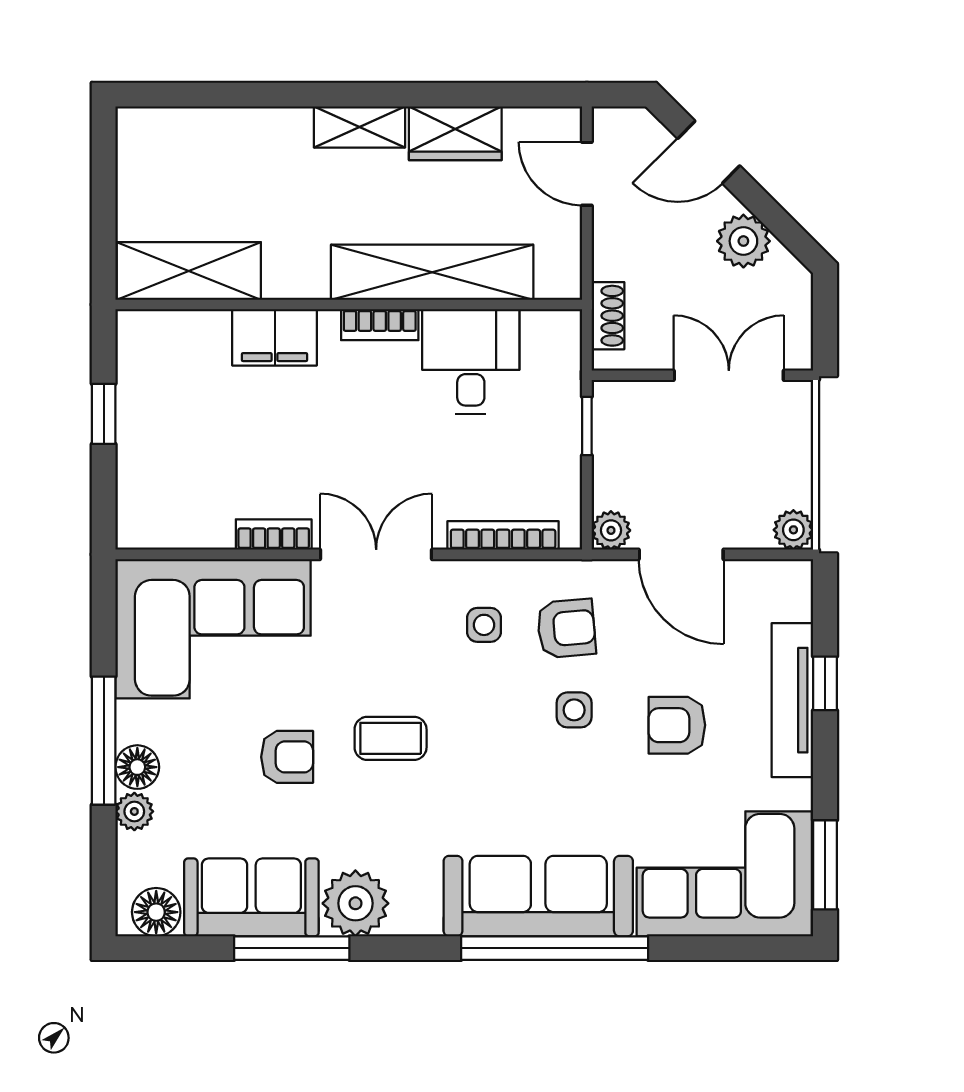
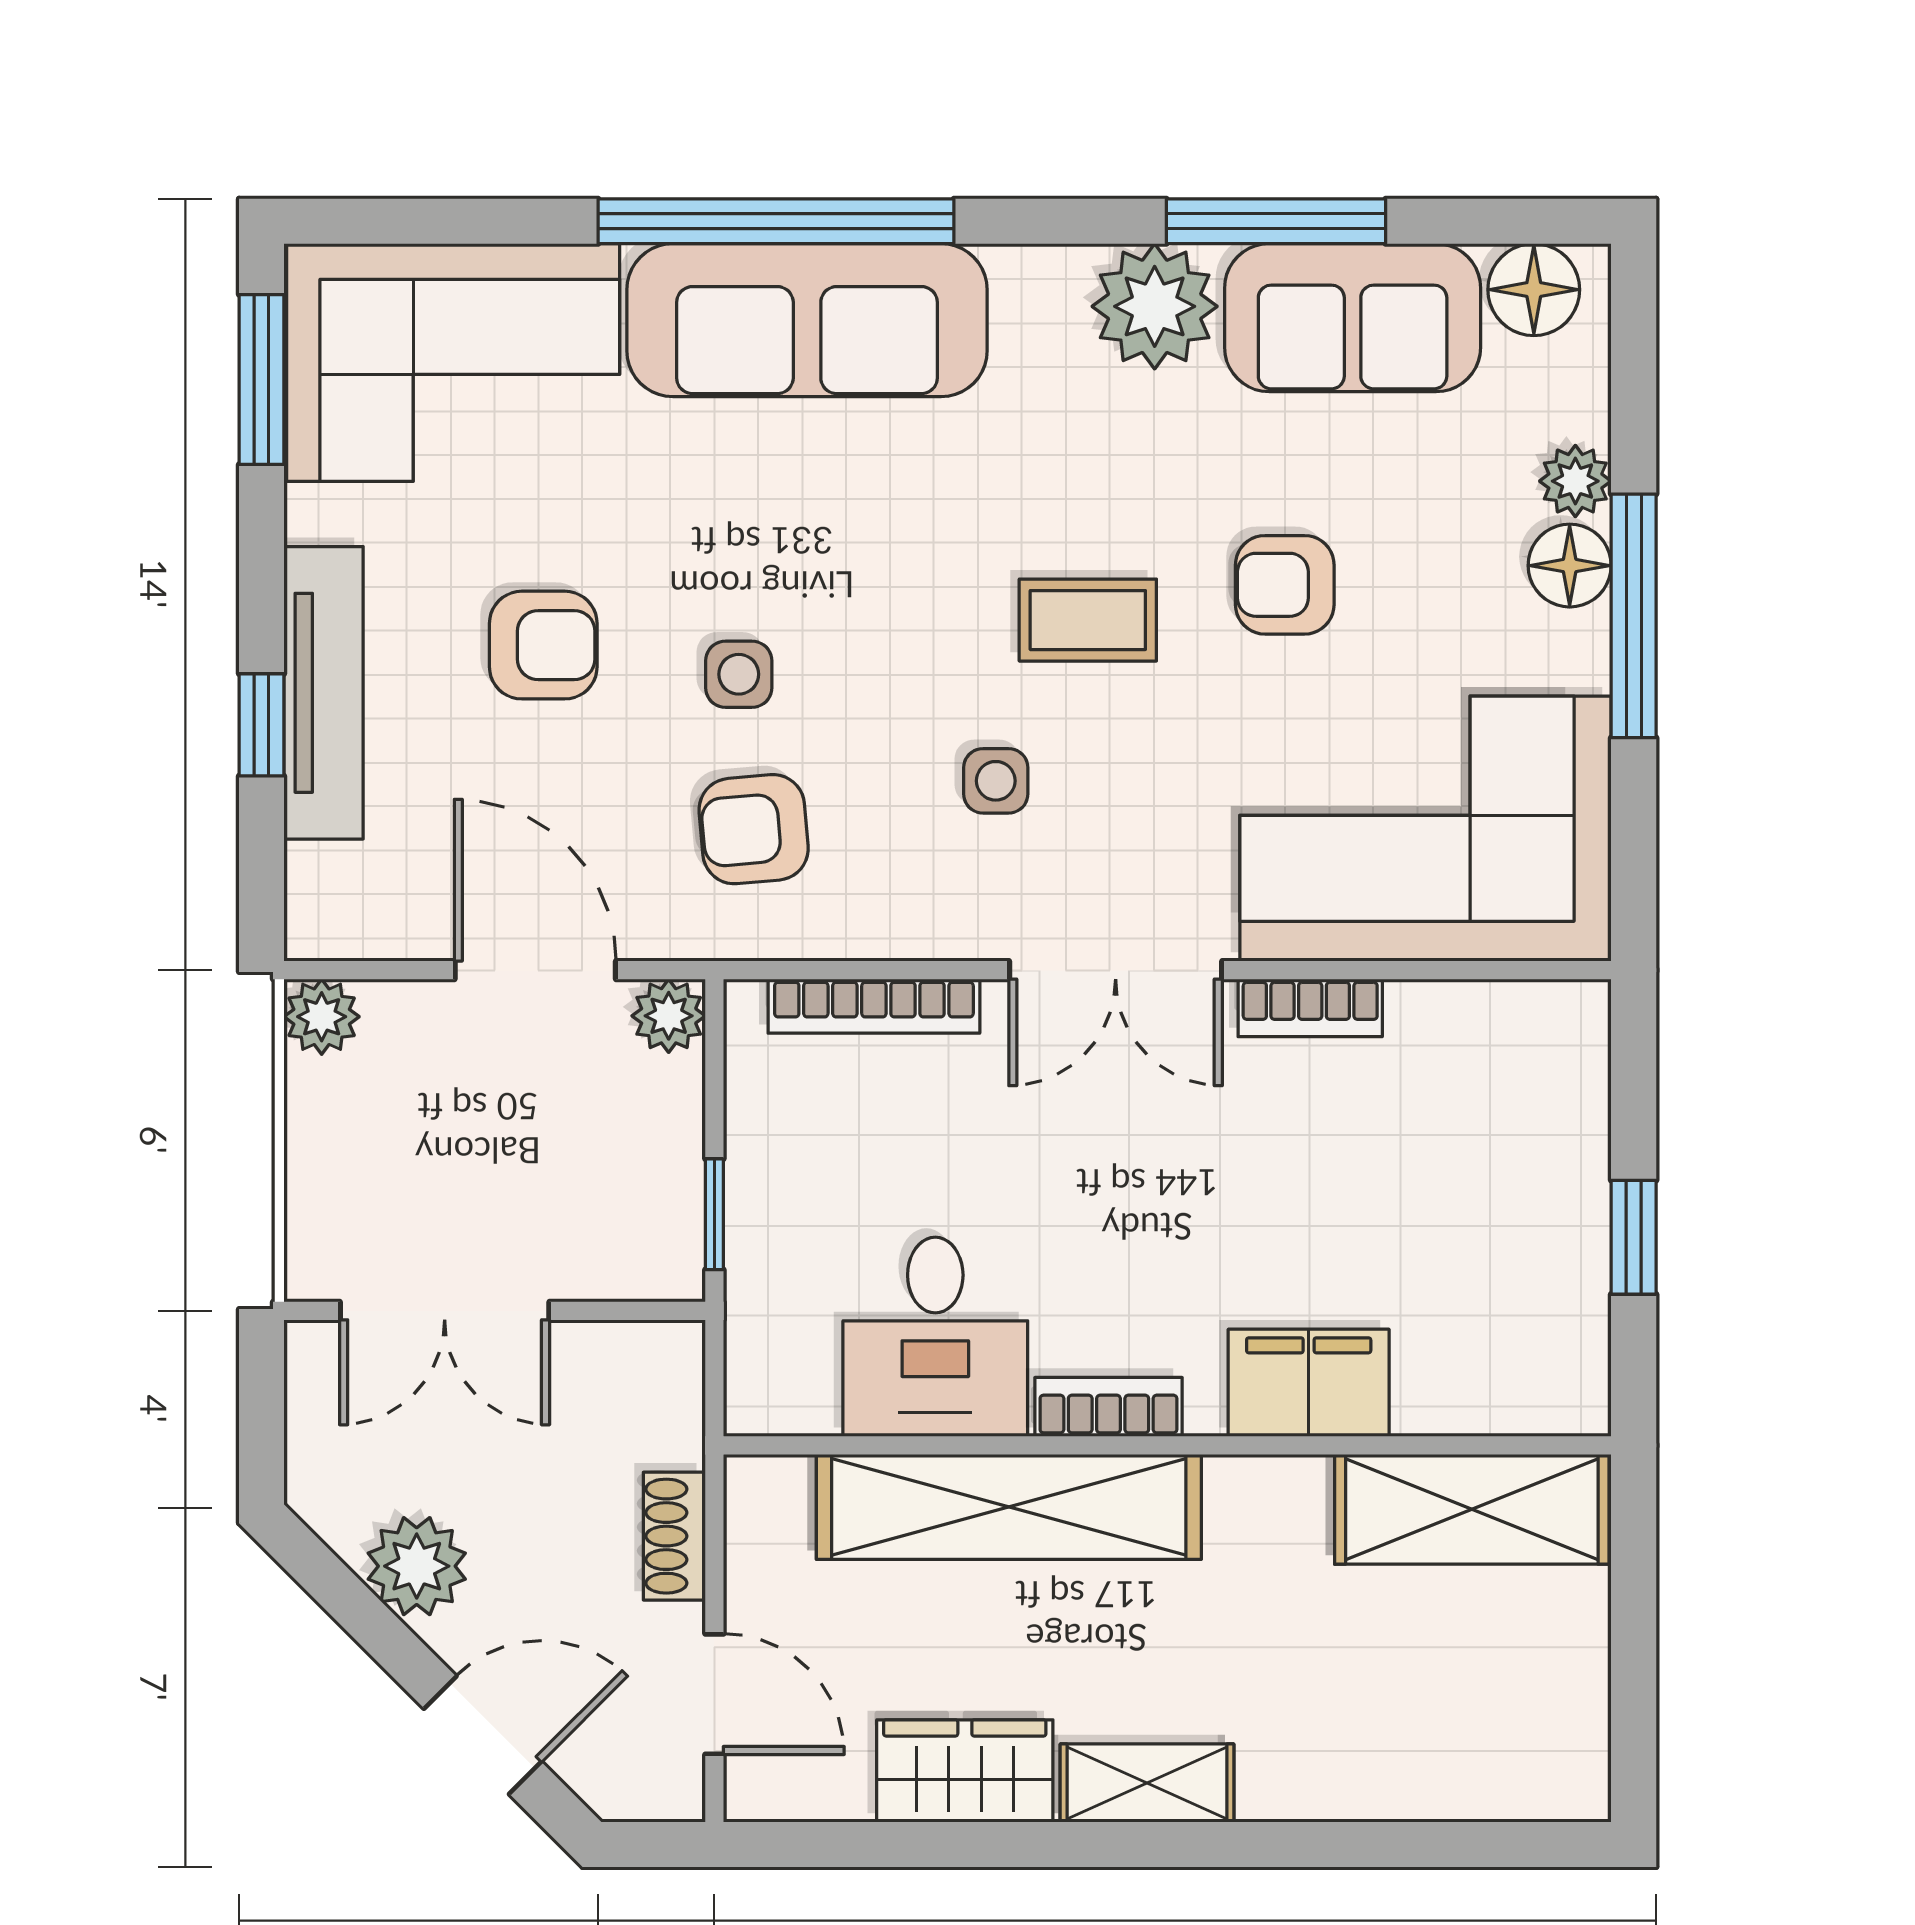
shoe rack: (608, 316) -> (674, 1536), moved
side table: (484, 625) -> (996, 781), moved

